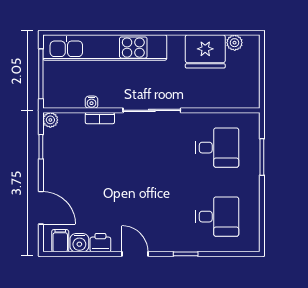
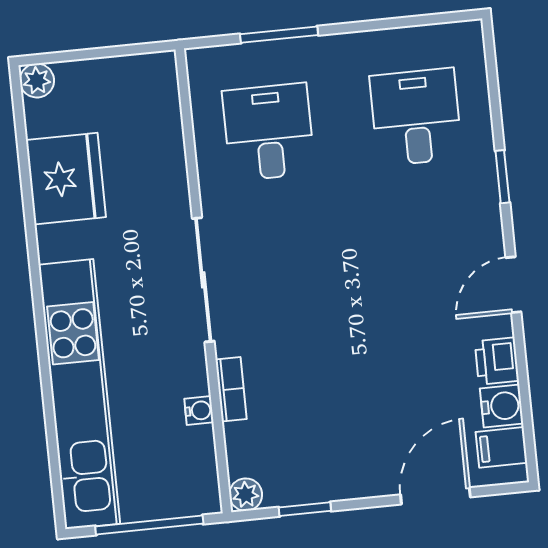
plant: (235, 43) -> (37, 81), moved

